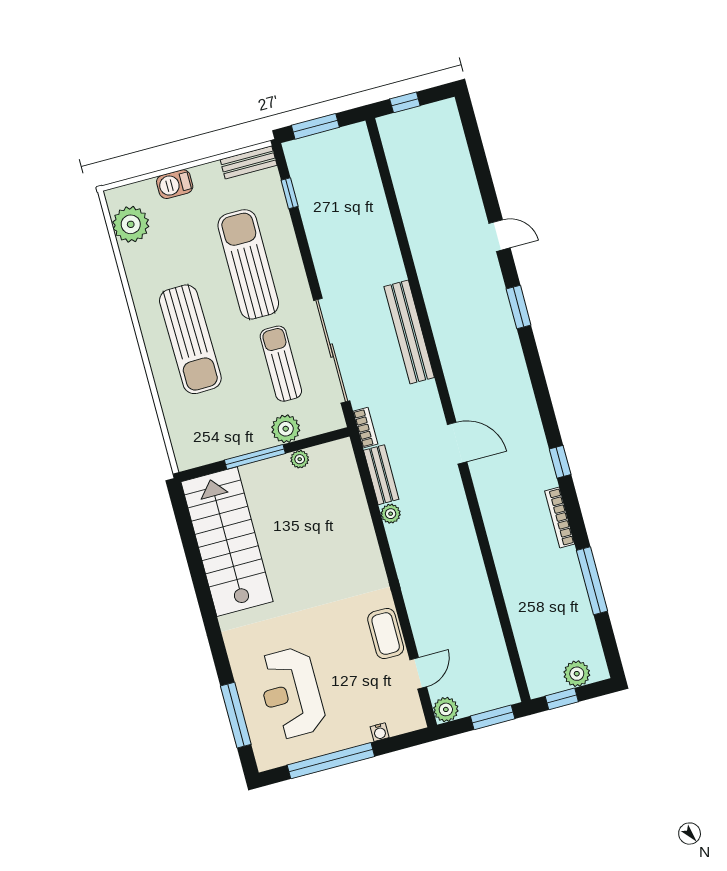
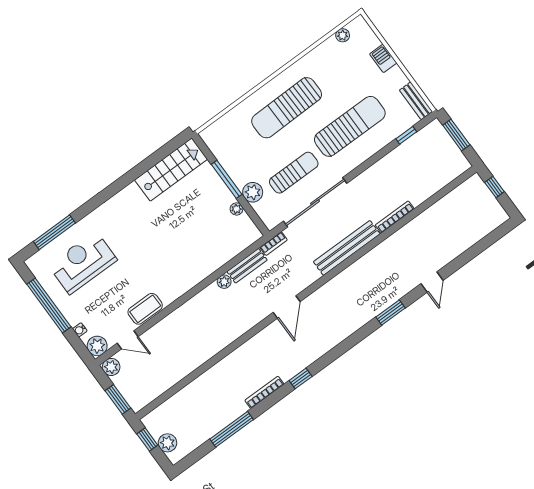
plant: (131, 224) -> (343, 35), width x0.53, depth x0.53
bookcase: (393, 251) -> (395, 217), added
stairs: (227, 542) -> (171, 170), width x0.73, depth x0.66
plant: (410, 717) -> (97, 346), added

